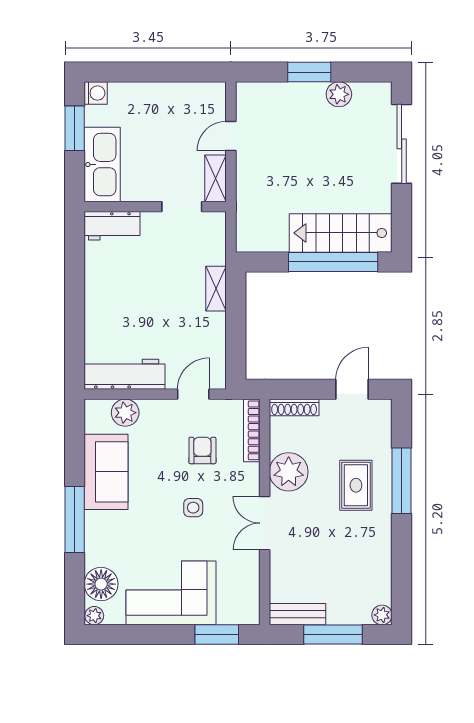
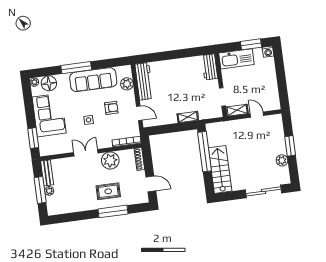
window: (333, 262) -> (205, 152), moved
armchair: (202, 450) -> (111, 108), moved
sofa: (106, 472) -> (93, 80), width x1.36
plant: (382, 615) -> (49, 191), moved

